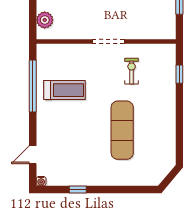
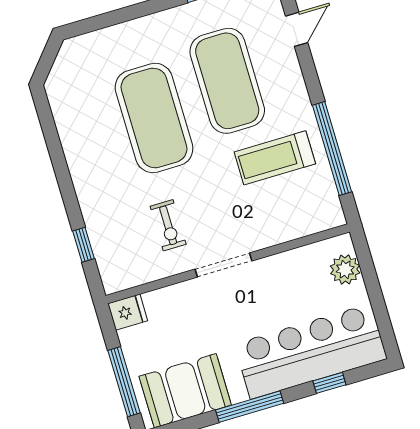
fridge: (167, 32) -> (128, 312), added
exercise mat: (122, 130) -> (154, 118), width x1.47
exercise mat: (78, 138) -> (227, 81), added

